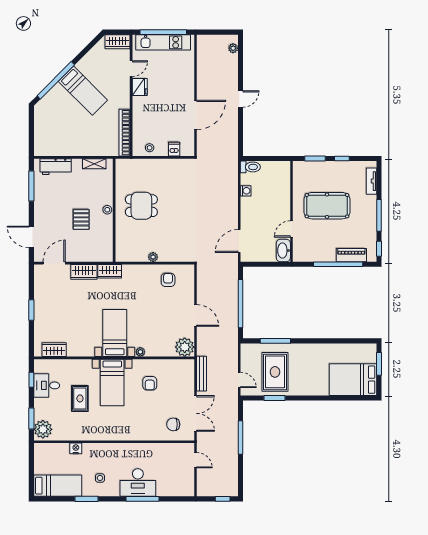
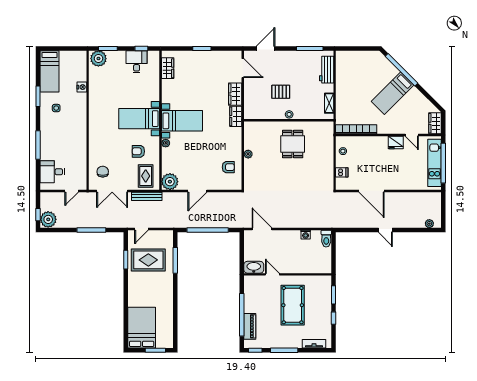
rug: (80, 398) -> (146, 176), moved, turned 90
desk: (138, 482) -> (52, 172), moved, width x0.73
plant: (228, 487) -> (48, 219), added

